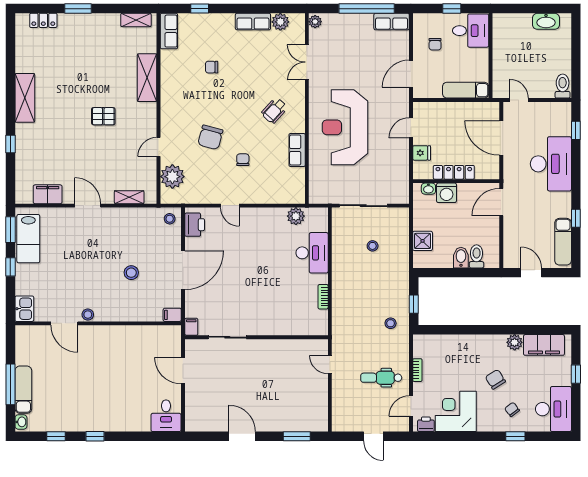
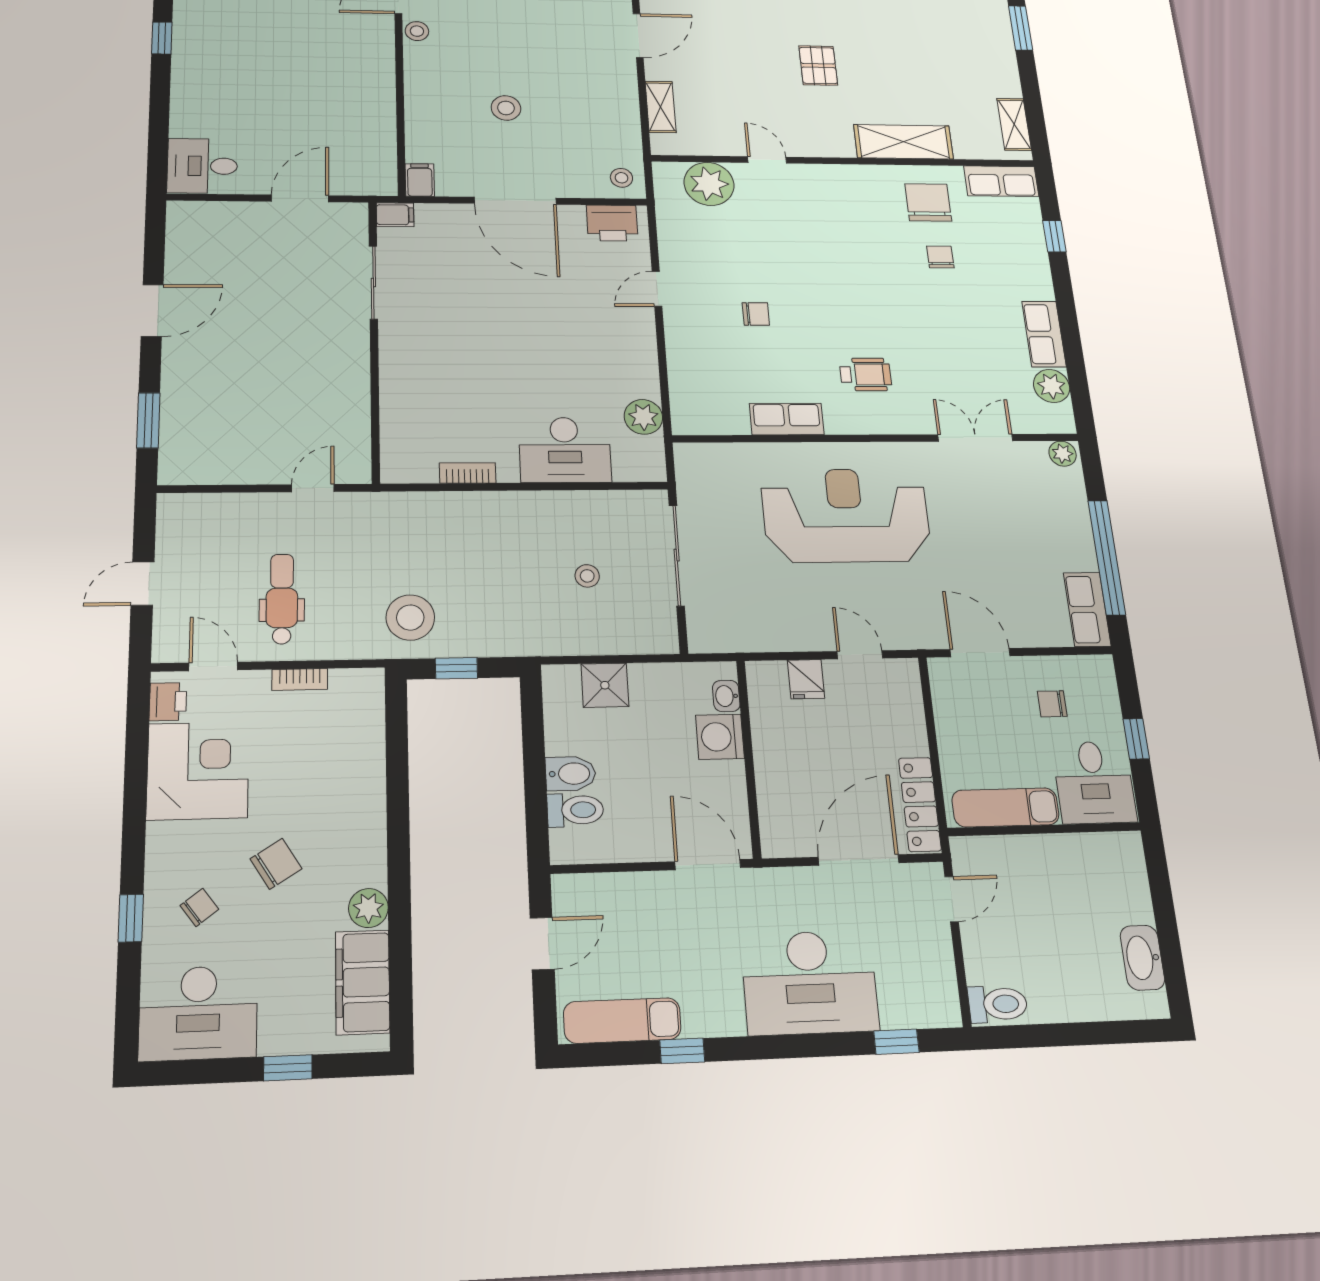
exam couch: (466, 90) -> (1005, 807), moved, turned -90
wheelchair: (274, 111) -> (866, 374), turned 138
chair: (210, 137) -> (928, 202), moved, turned 75
locker: (454, 172) -> (920, 804), moved, turned 180
stool: (391, 323) -> (410, 618), width x1.89, depth x1.89

